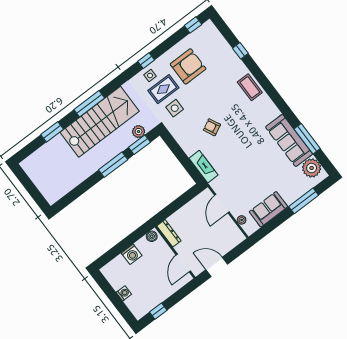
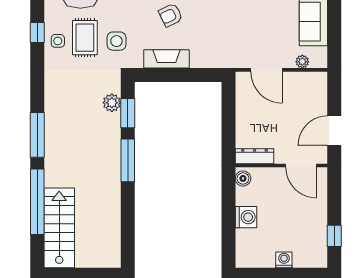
stairs: (100, 122) -> (59, 228), moved, width x0.73, depth x0.66
window: (52, 132) -> (37, 202), width x2.11
fireplace: (203, 167) -> (167, 59), moved

